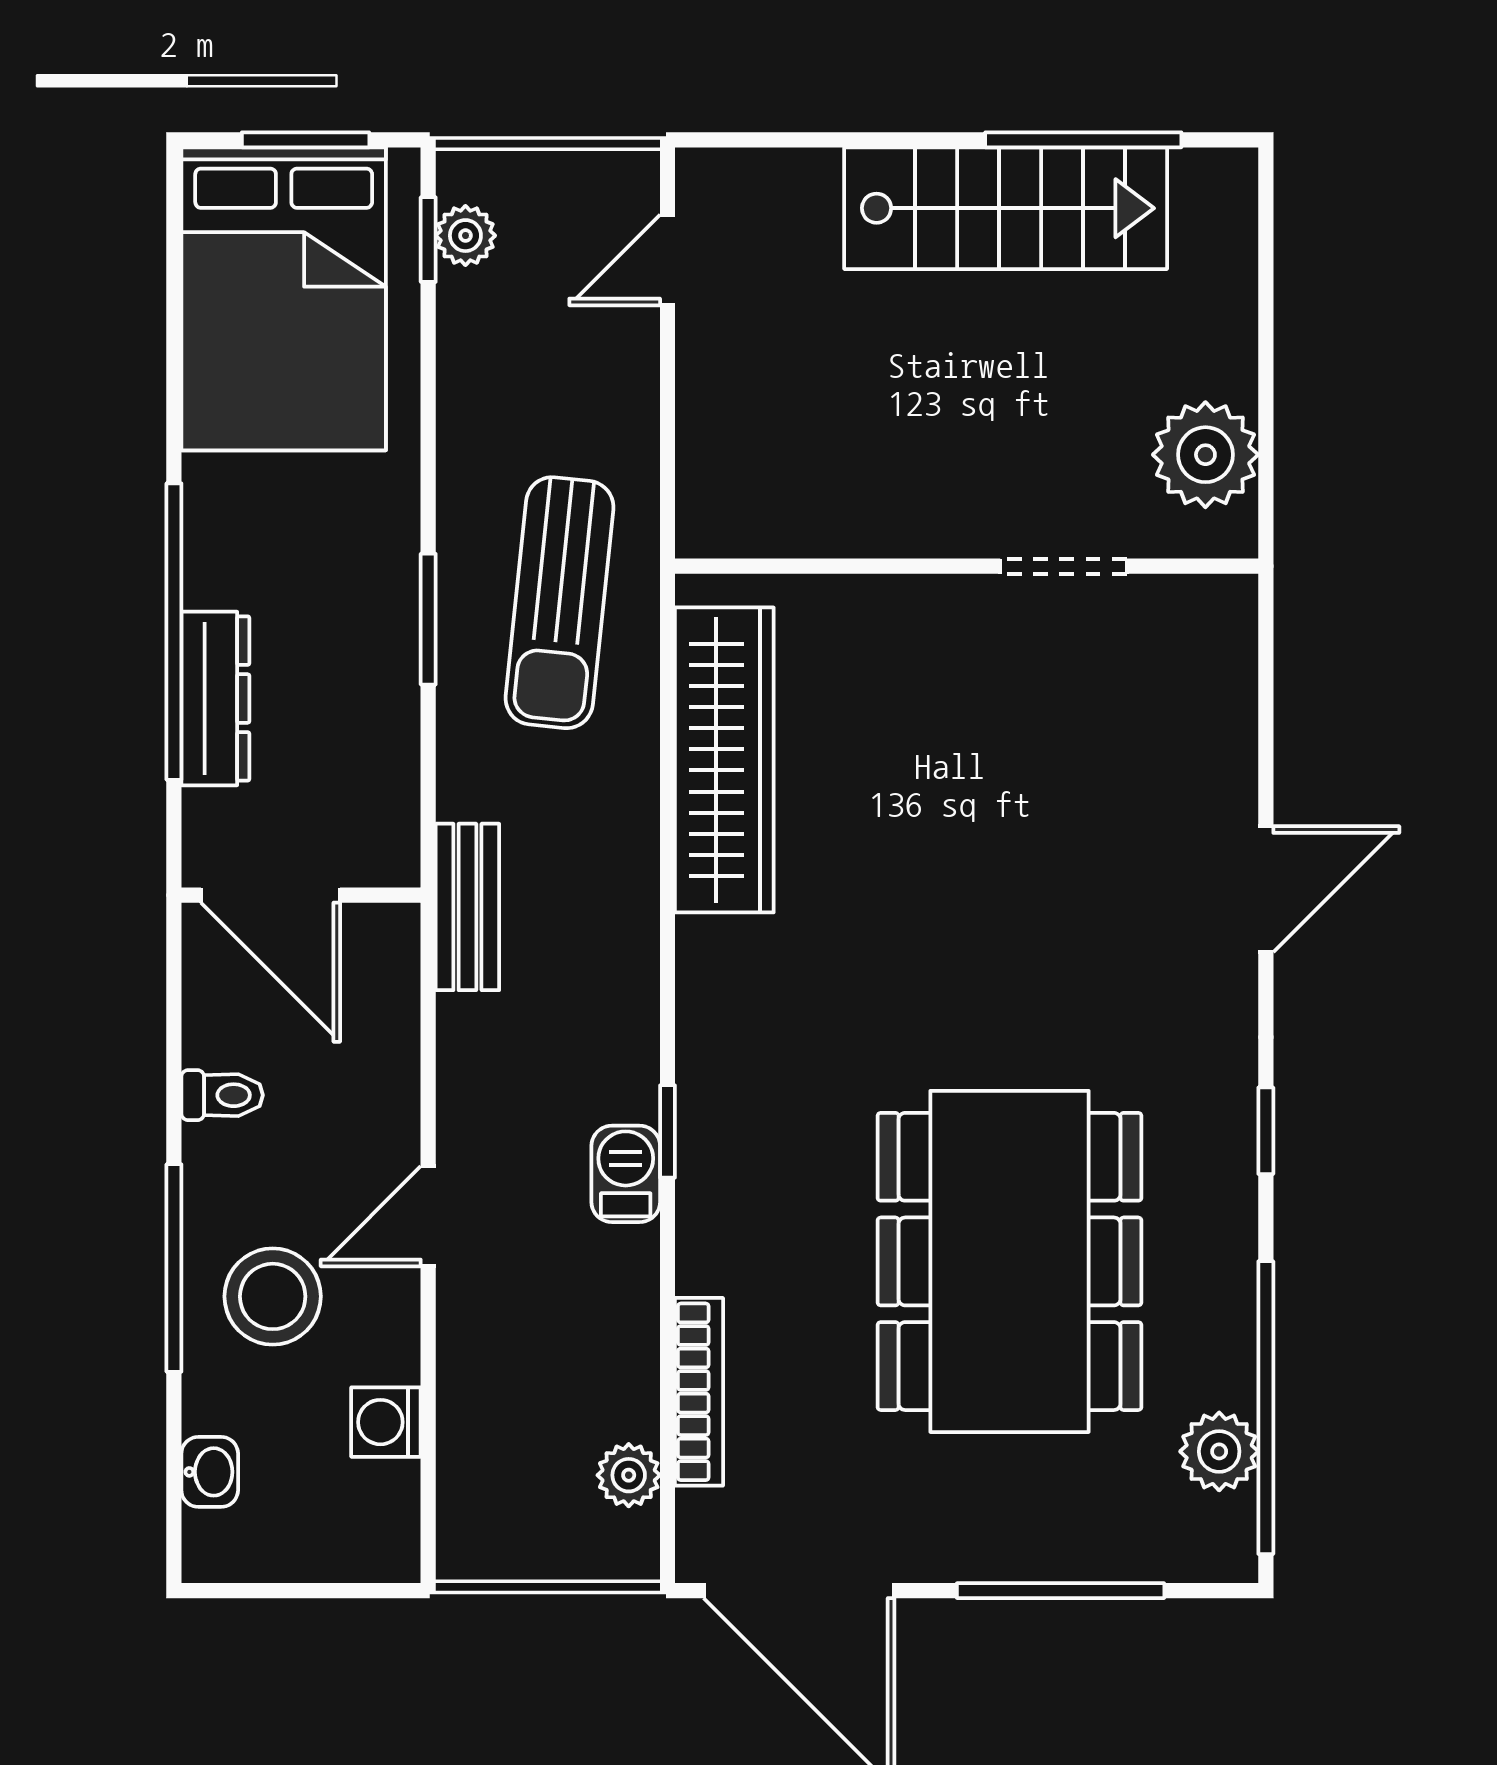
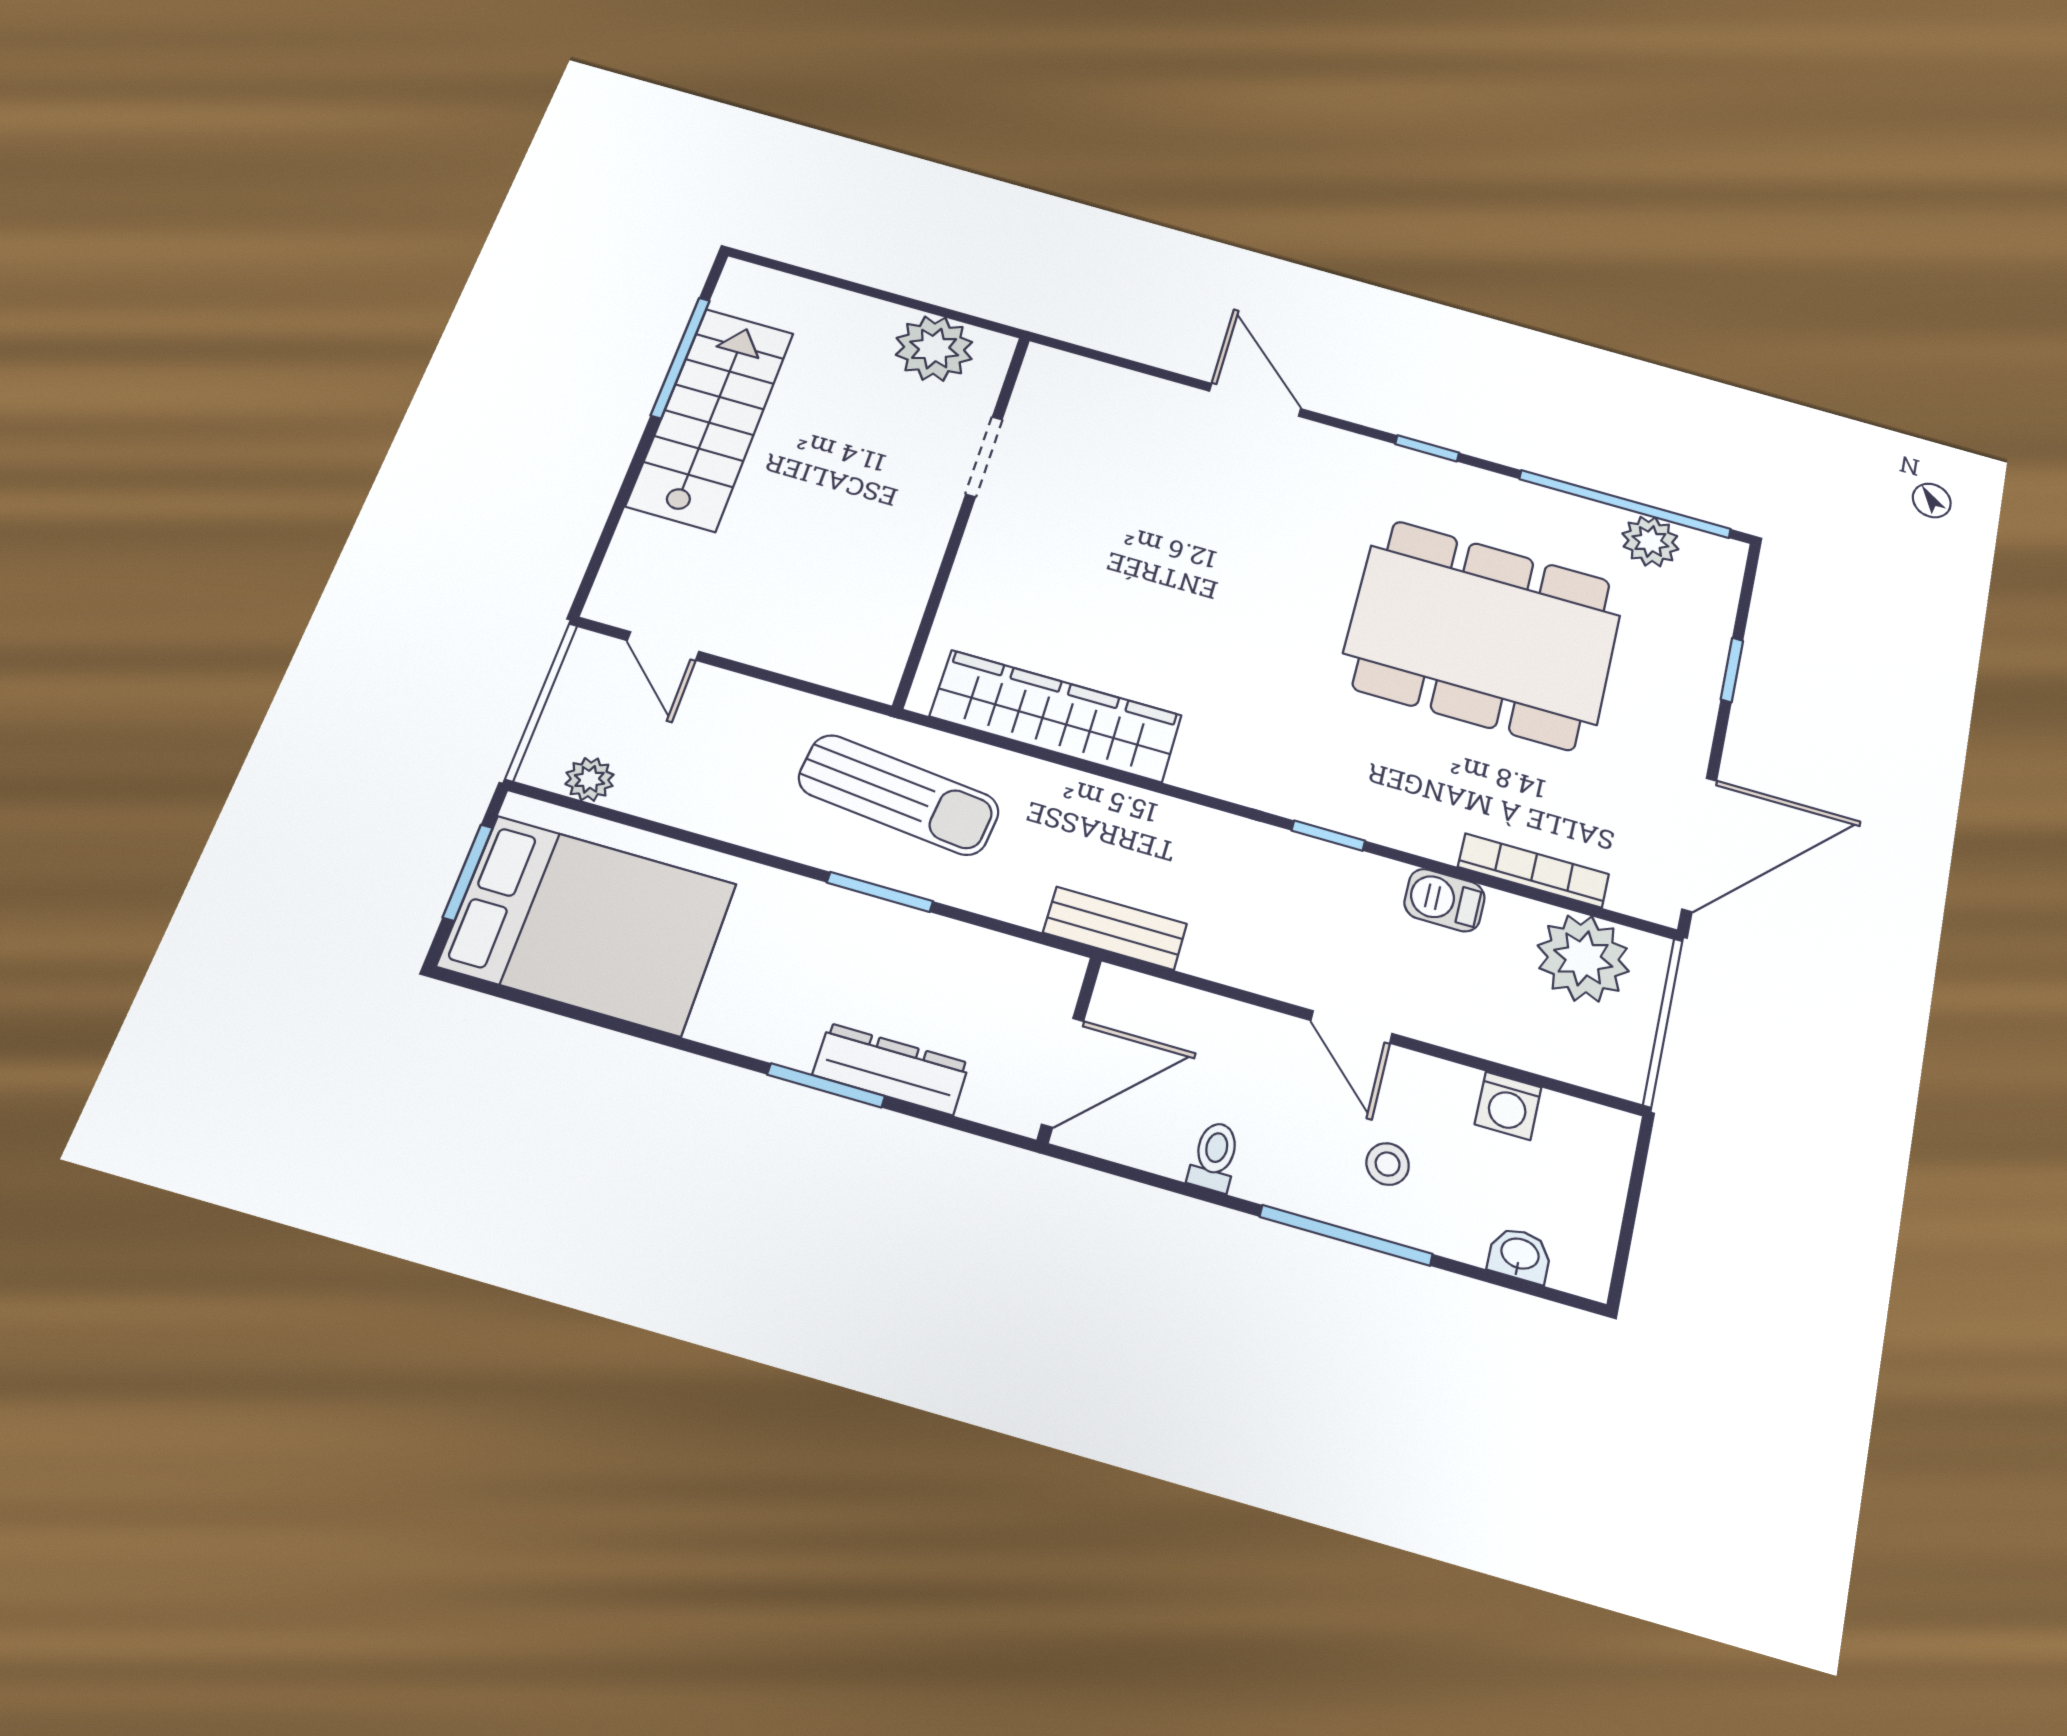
window: (428, 240) -> (582, 807), removed
window: (174, 632) -> (826, 1085), width x0.47
barbecue: (626, 1174) -> (1444, 900), moved
stool: (273, 1296) -> (1388, 1164), width x0.53, depth x0.53
plant: (629, 1475) -> (1583, 958), width x1.88, depth x1.88
window: (1061, 1591) -> (1732, 670), width x0.46

